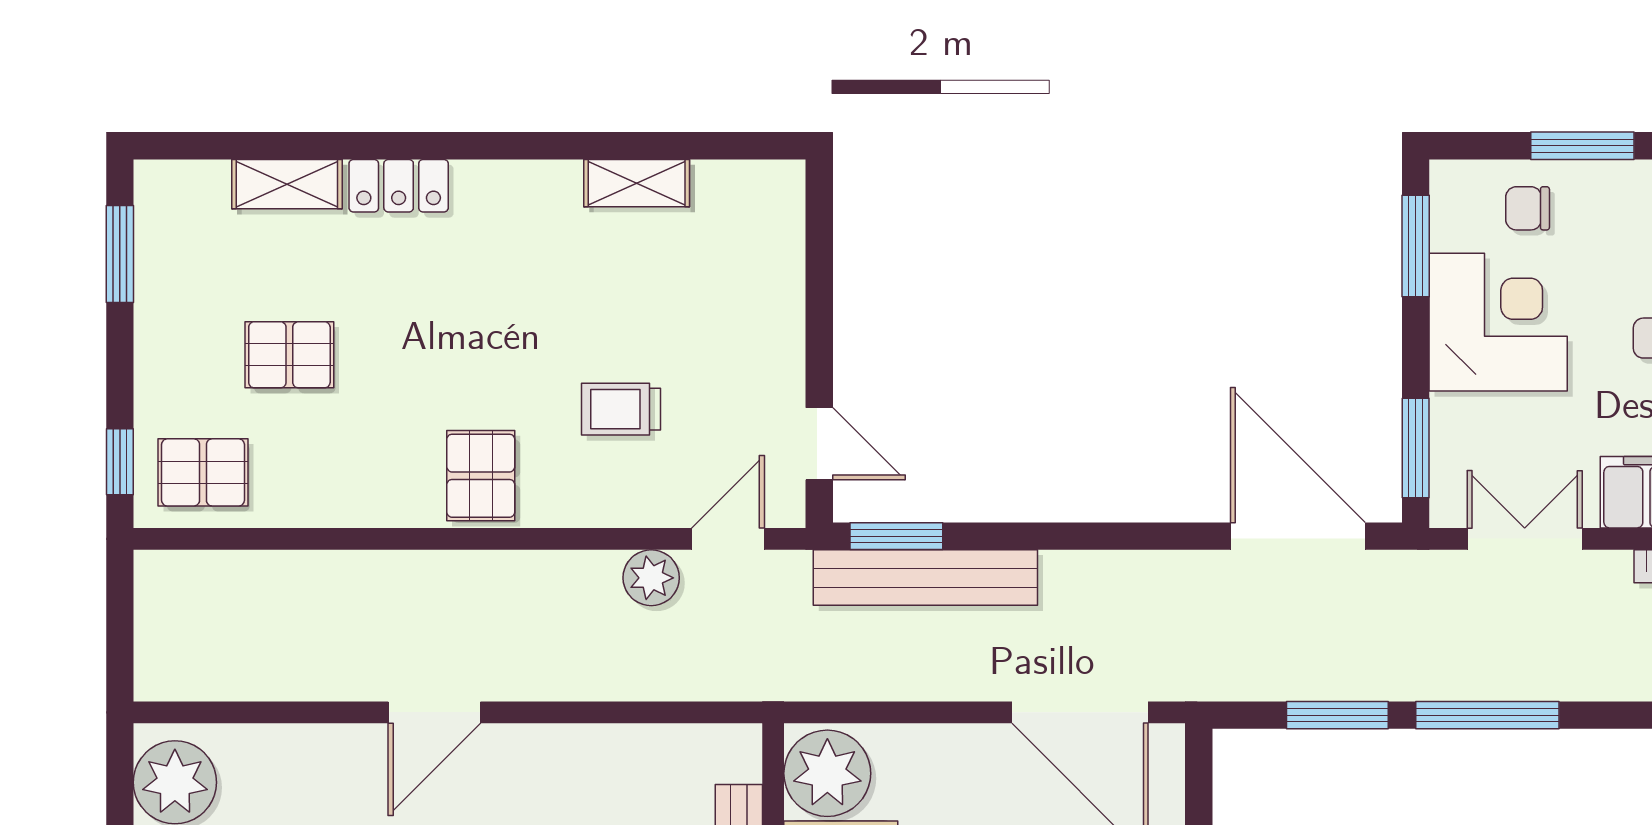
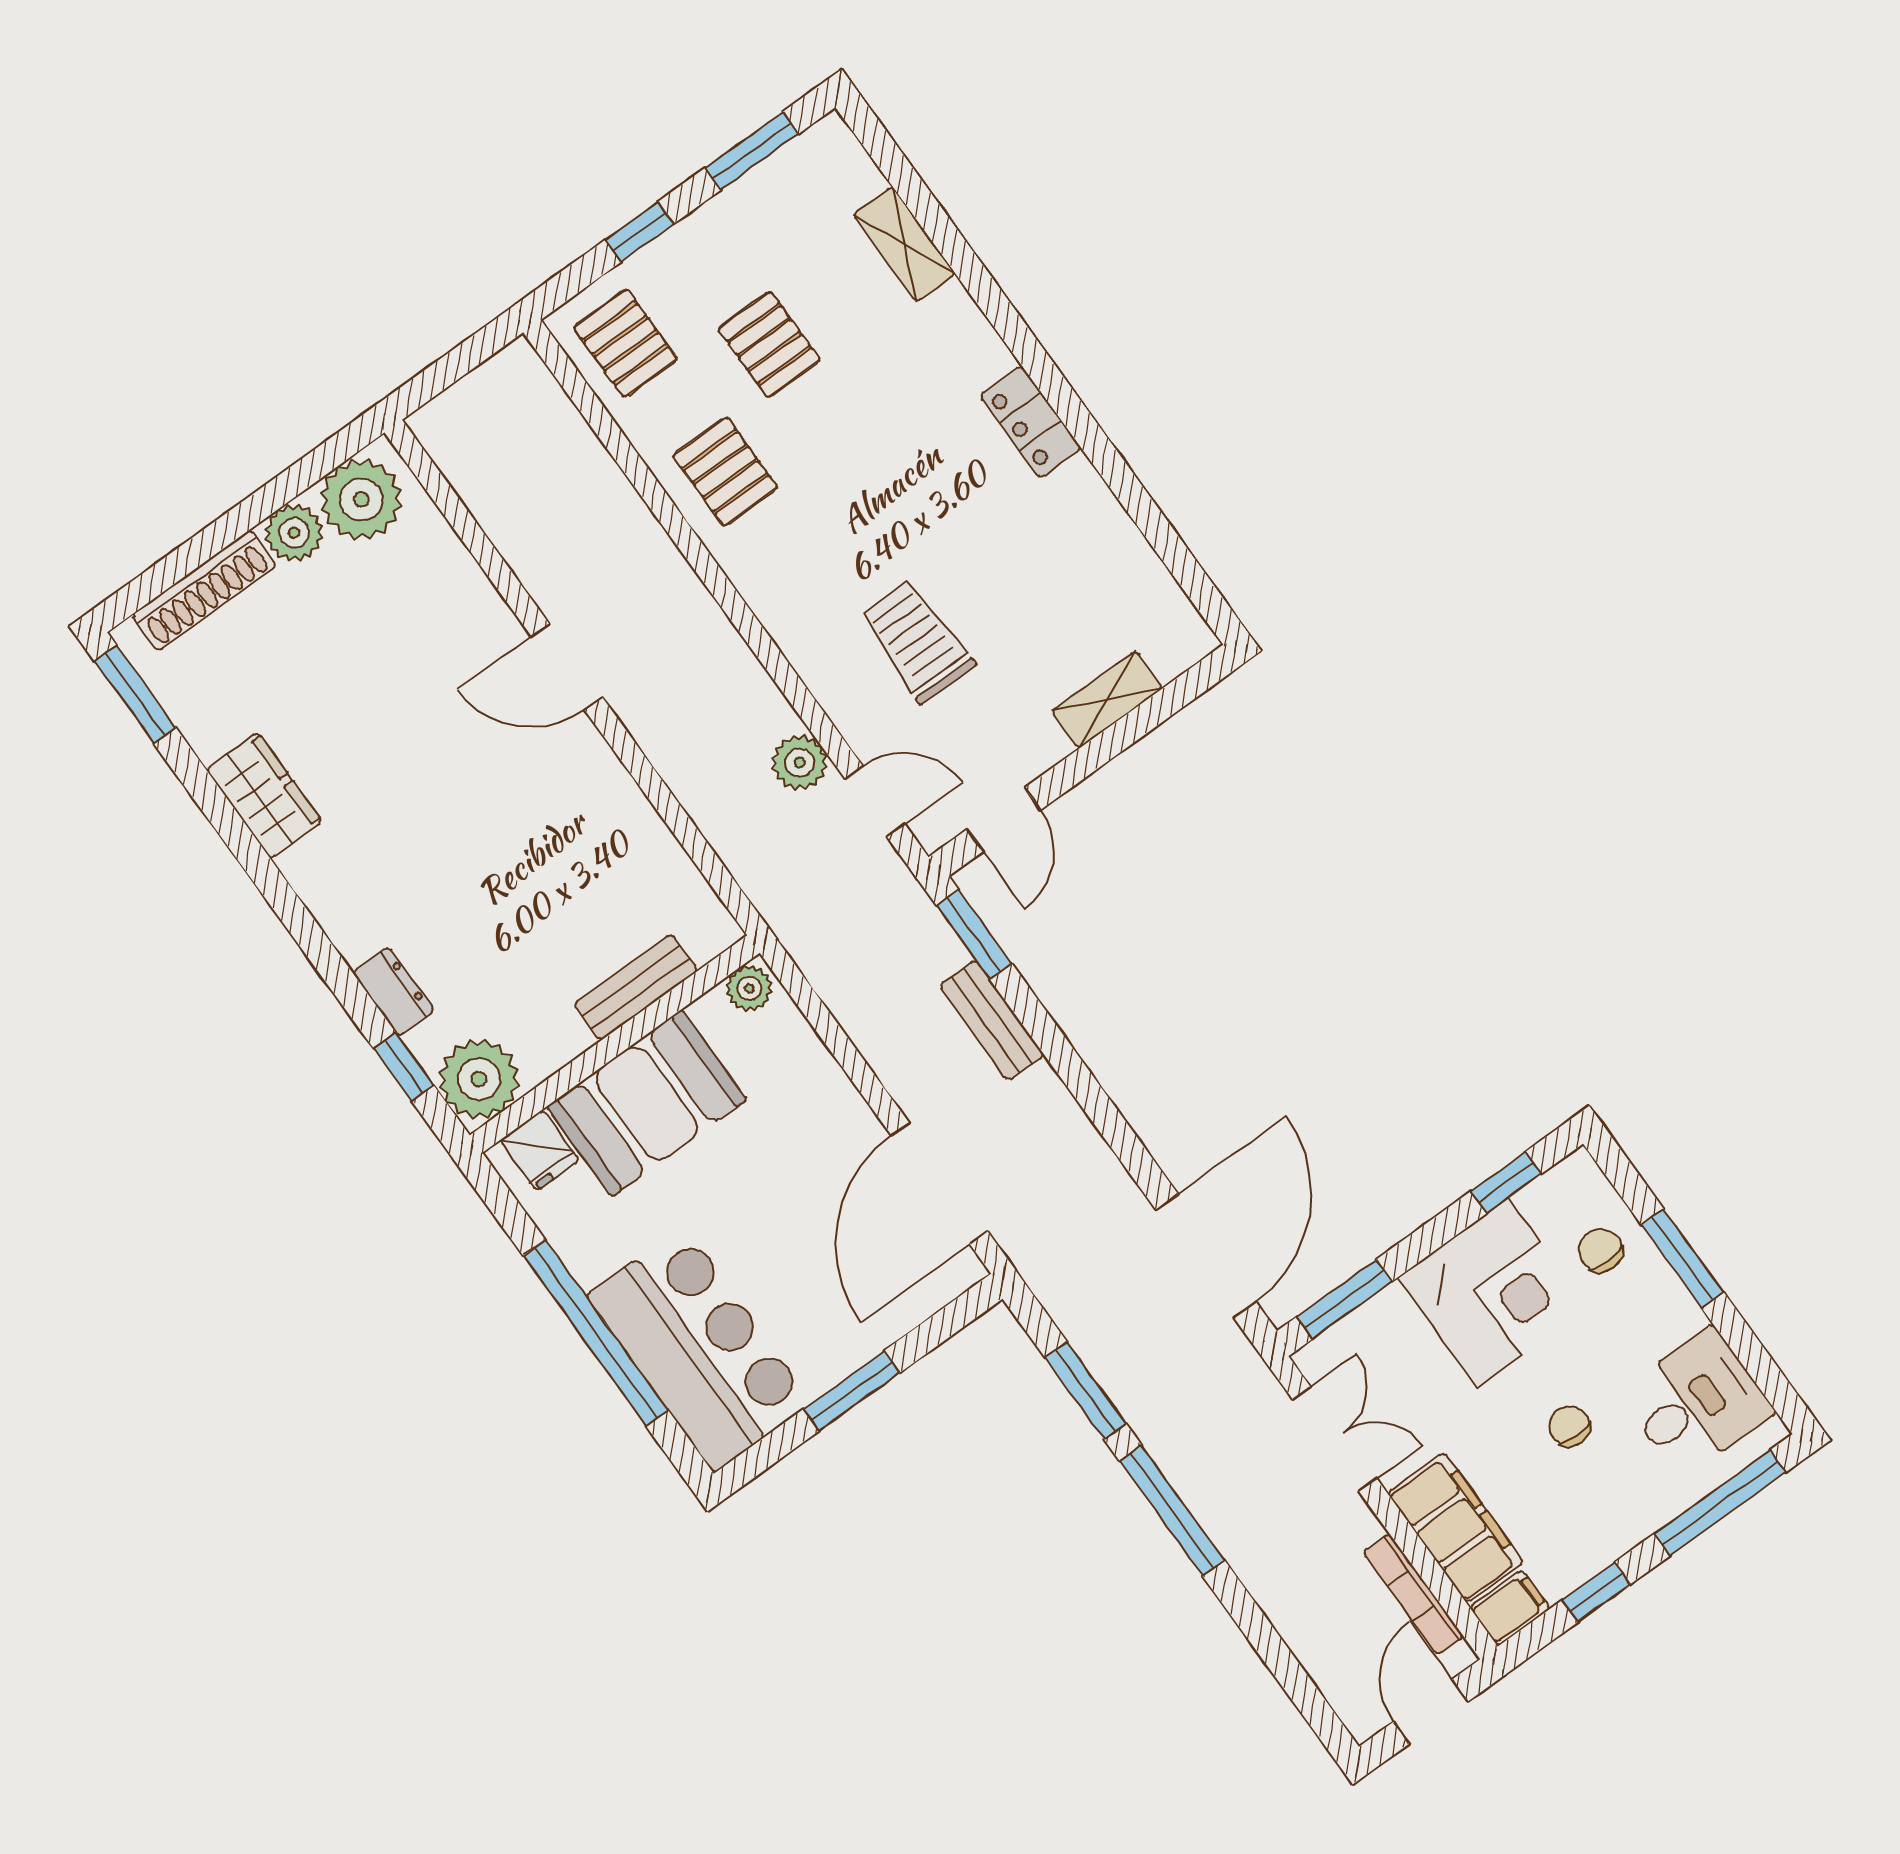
shelving: (637, 183) -> (1107, 700), moved, turned 90
locker: (399, 186) -> (1030, 422), moved
window: (1416, 246) -> (1506, 1183), width x0.67
trolley: (621, 409) -> (917, 641), width x1.36, depth x1.39
window: (120, 462) -> (640, 232), moved
pallet: (481, 476) -> (725, 472), moved, turned 90
bench: (925, 578) -> (992, 1020), width x0.54, depth x0.82
plant: (827, 773) -> (749, 988), width x0.53, depth x0.53

